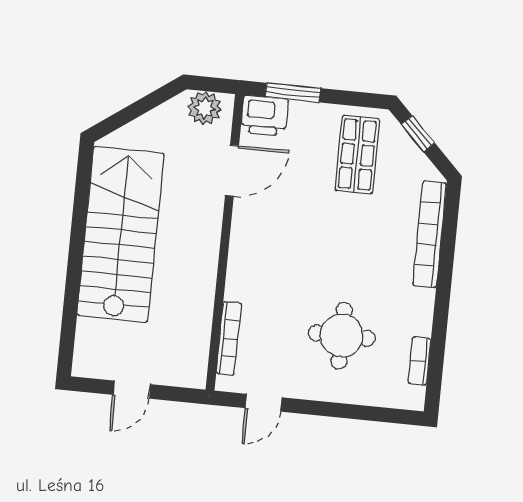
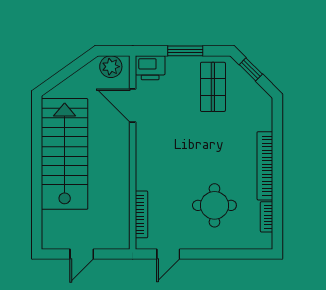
window: (293, 93) -> (185, 51), moved
door: (232, 171) -> (133, 105), swing flipped
bookcase: (430, 234) -> (265, 166), moved

